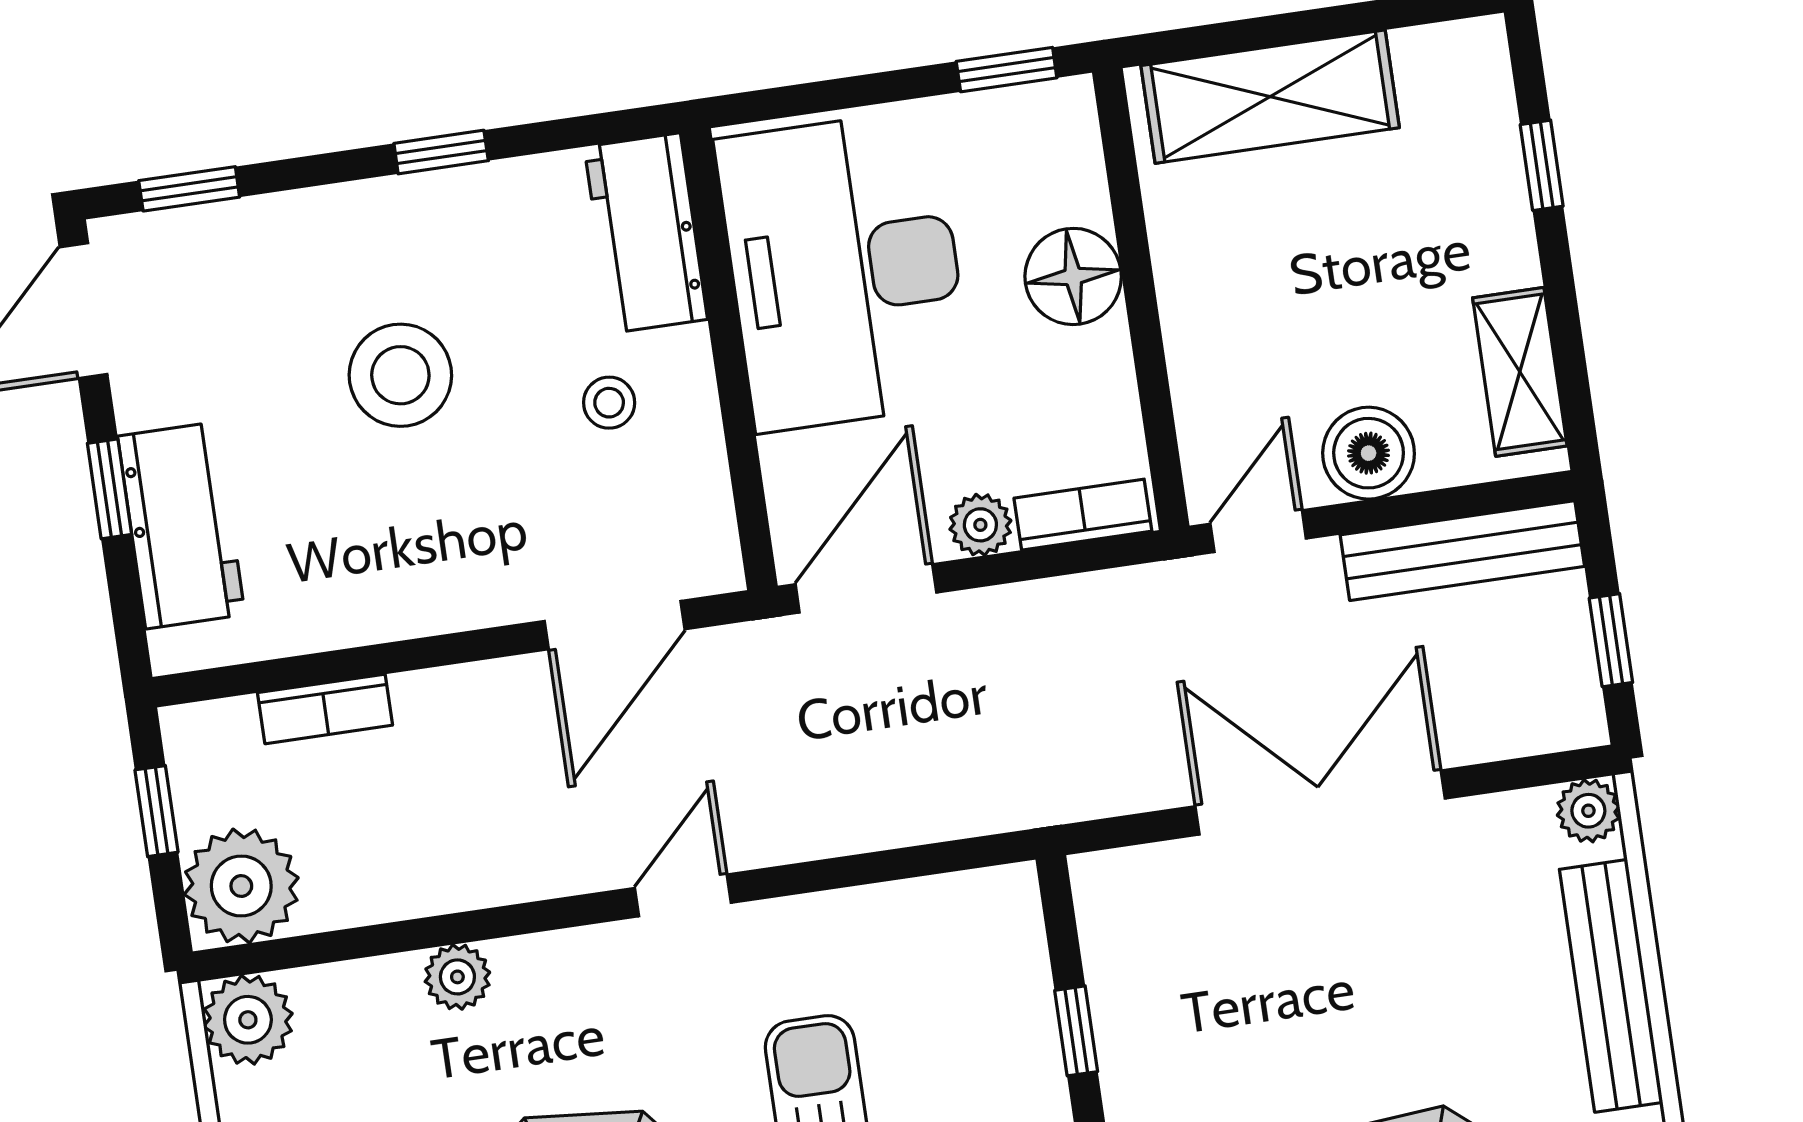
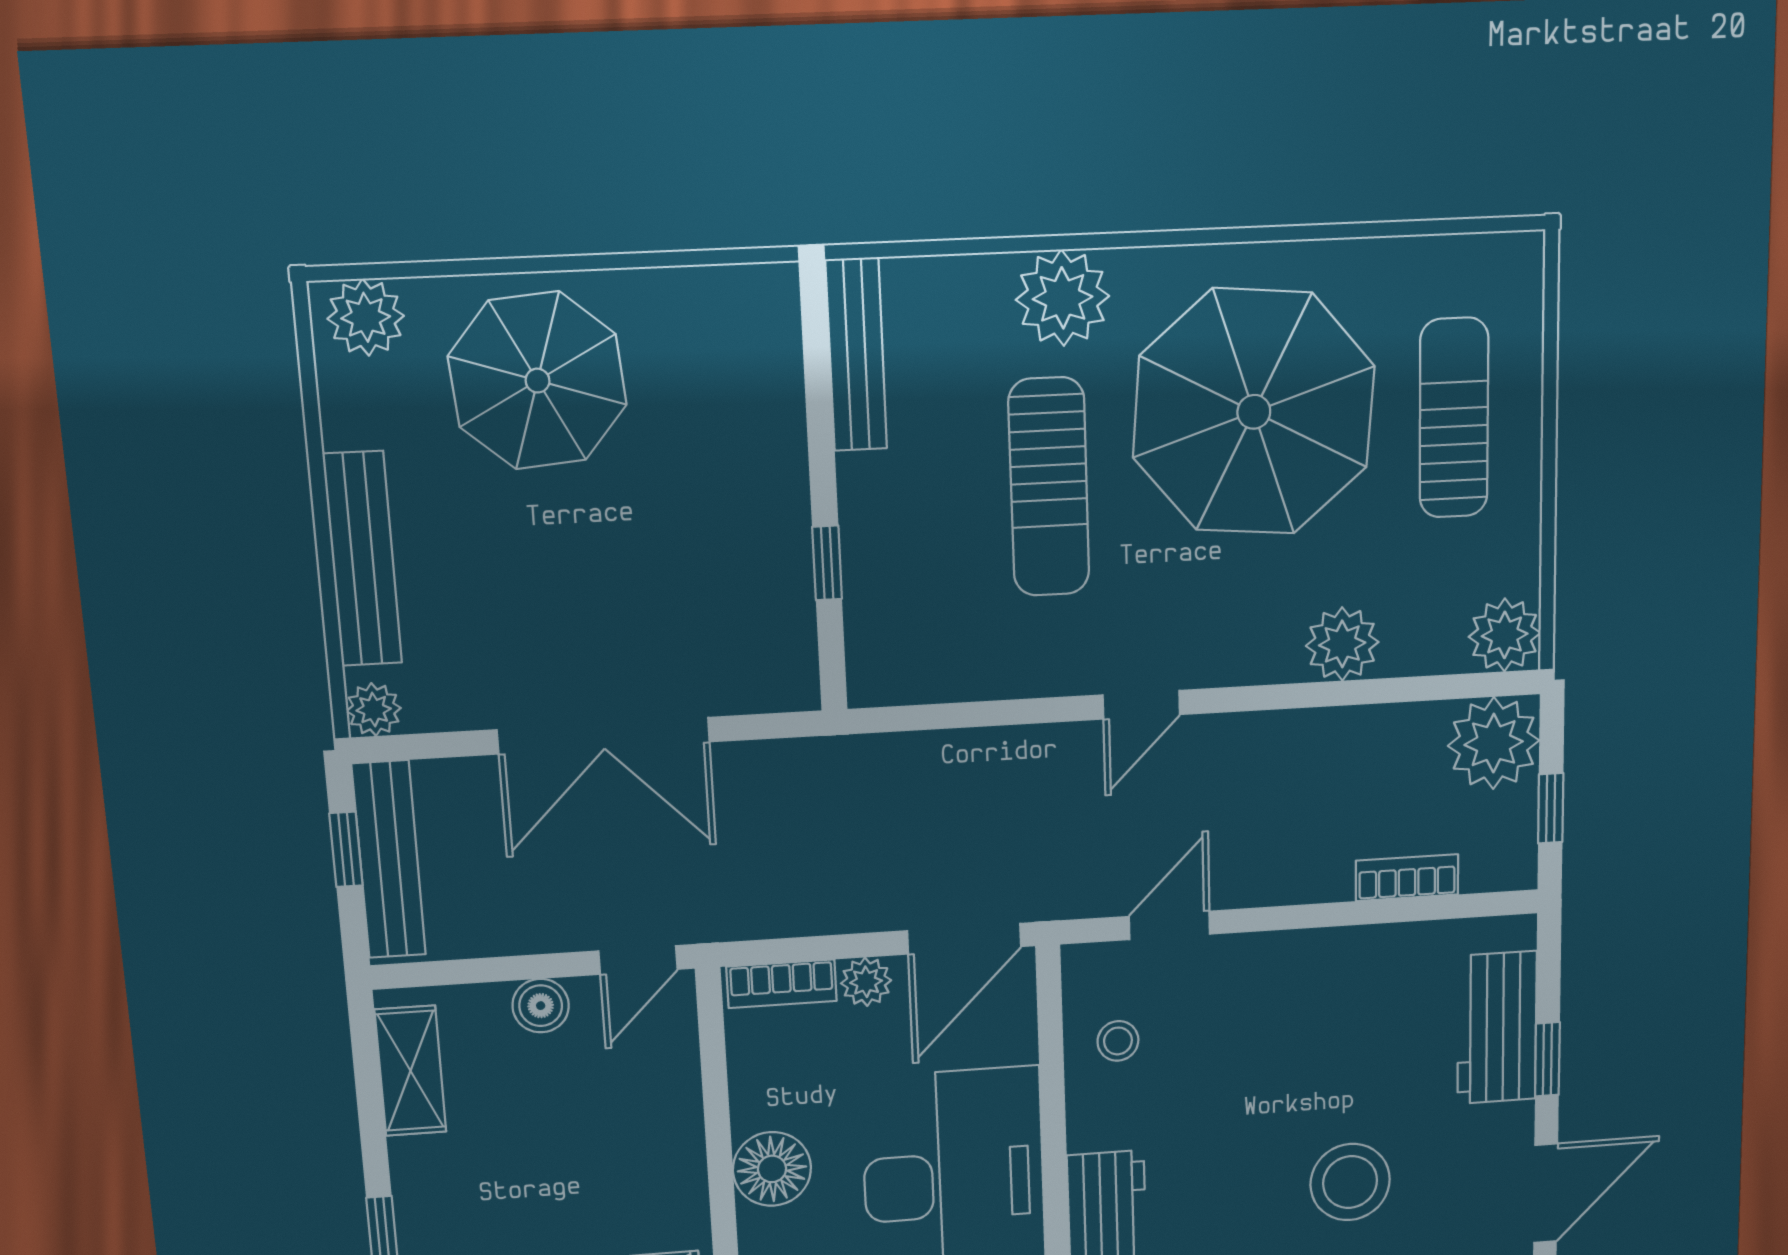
stool: (400, 375) -> (1350, 1182), moved
stool: (609, 403) -> (1118, 1041), moved
boiler: (1369, 453) -> (541, 1006), width x0.73, depth x0.73
bench: (1462, 551) -> (389, 860), moved, turned 90
door: (615, 625) -> (1169, 925), width x0.73
plant: (457, 977) -> (1342, 644), width x1.38, depth x1.38

